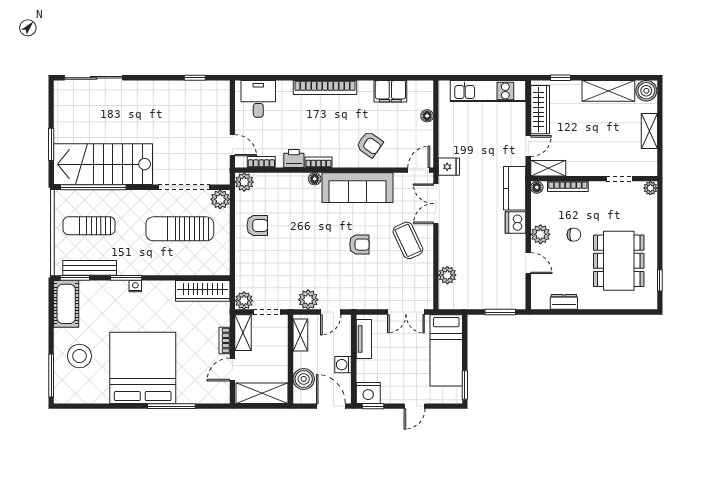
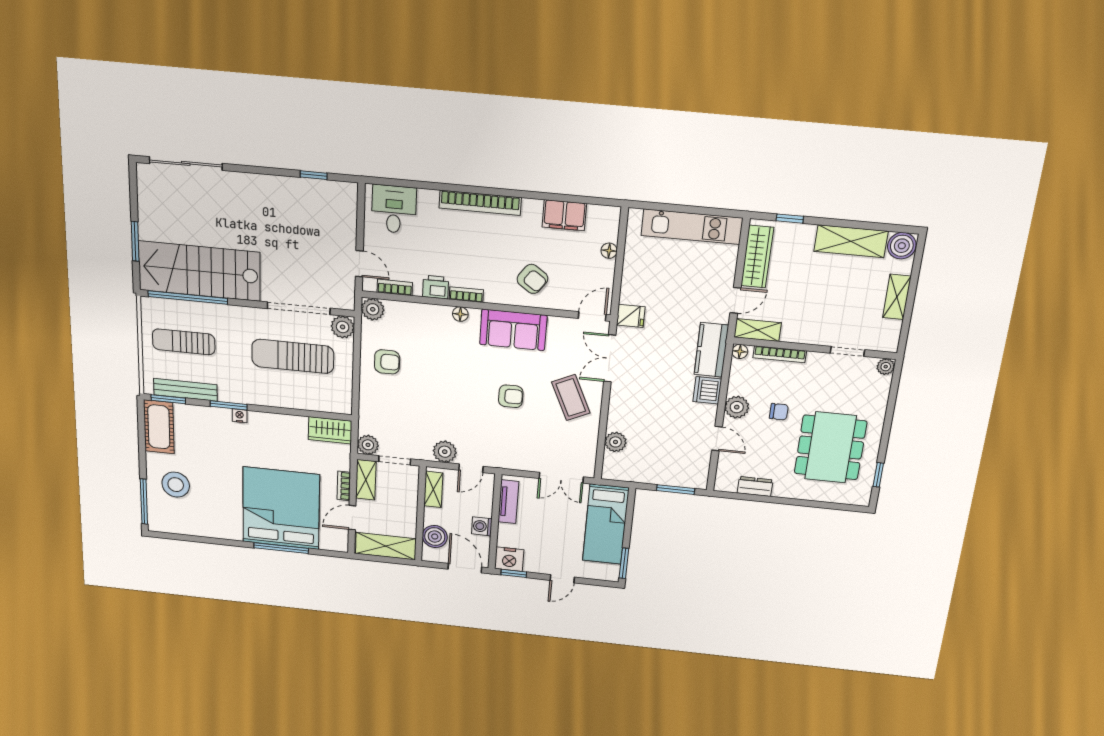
sofa: (358, 188) -> (513, 330), width x0.73
wardrobe: (203, 291) -> (330, 430), width x0.67
bed: (143, 368) -> (281, 508), moved

